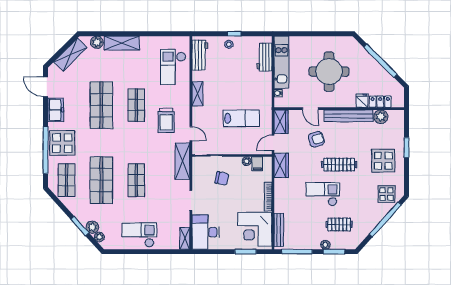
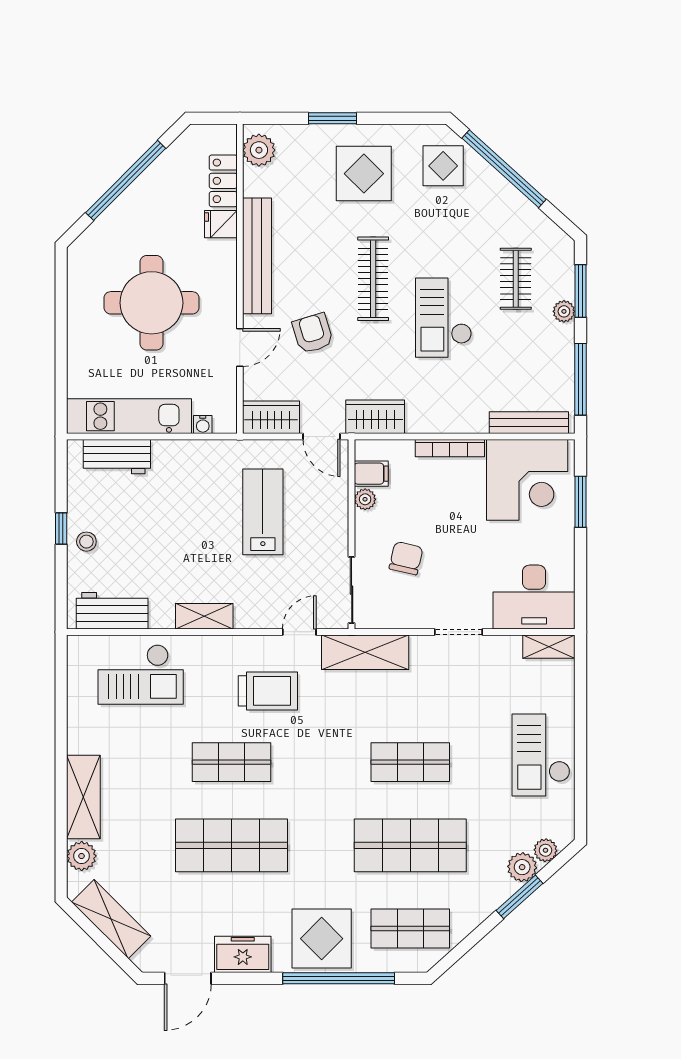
plant: (381, 117) -> (259, 150), moved

